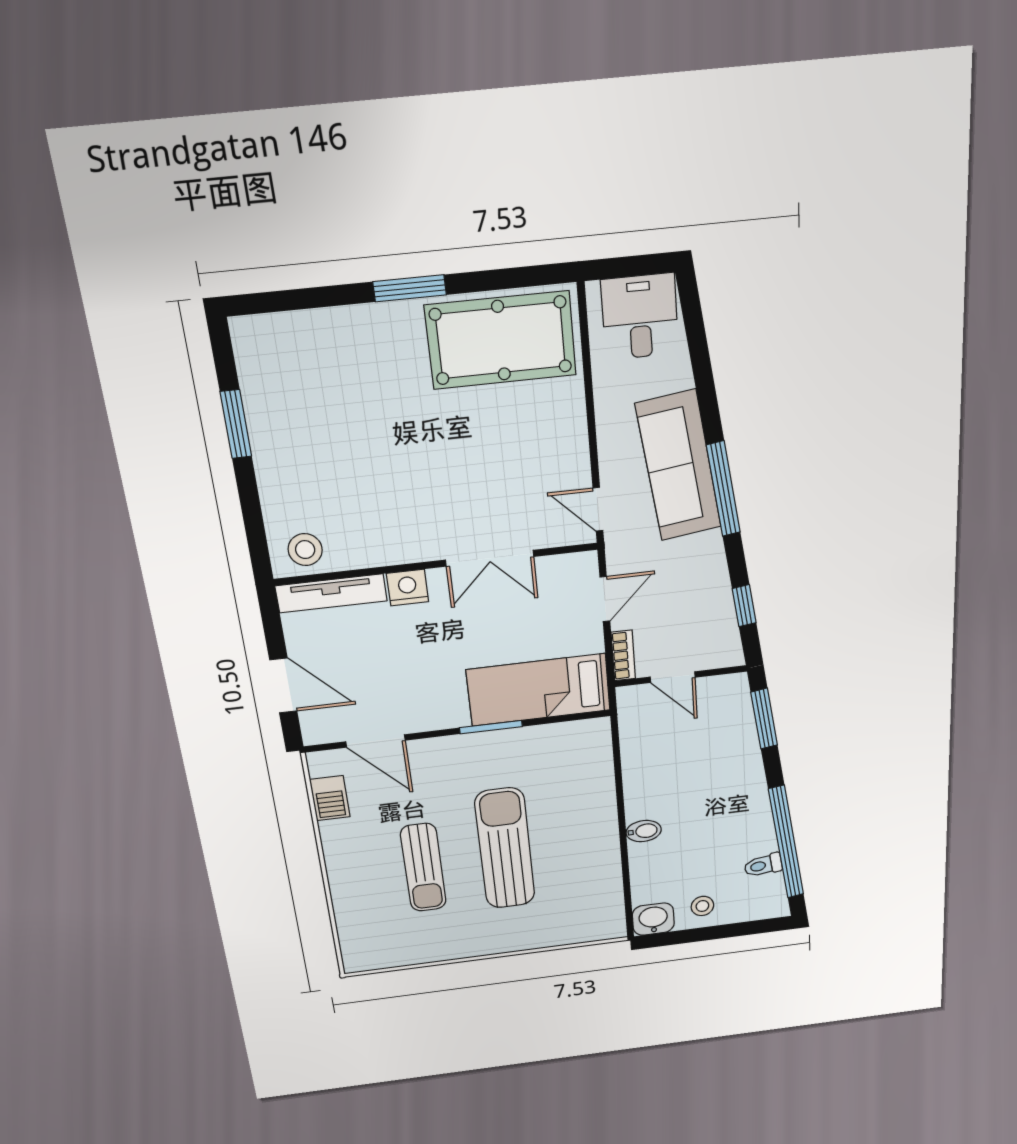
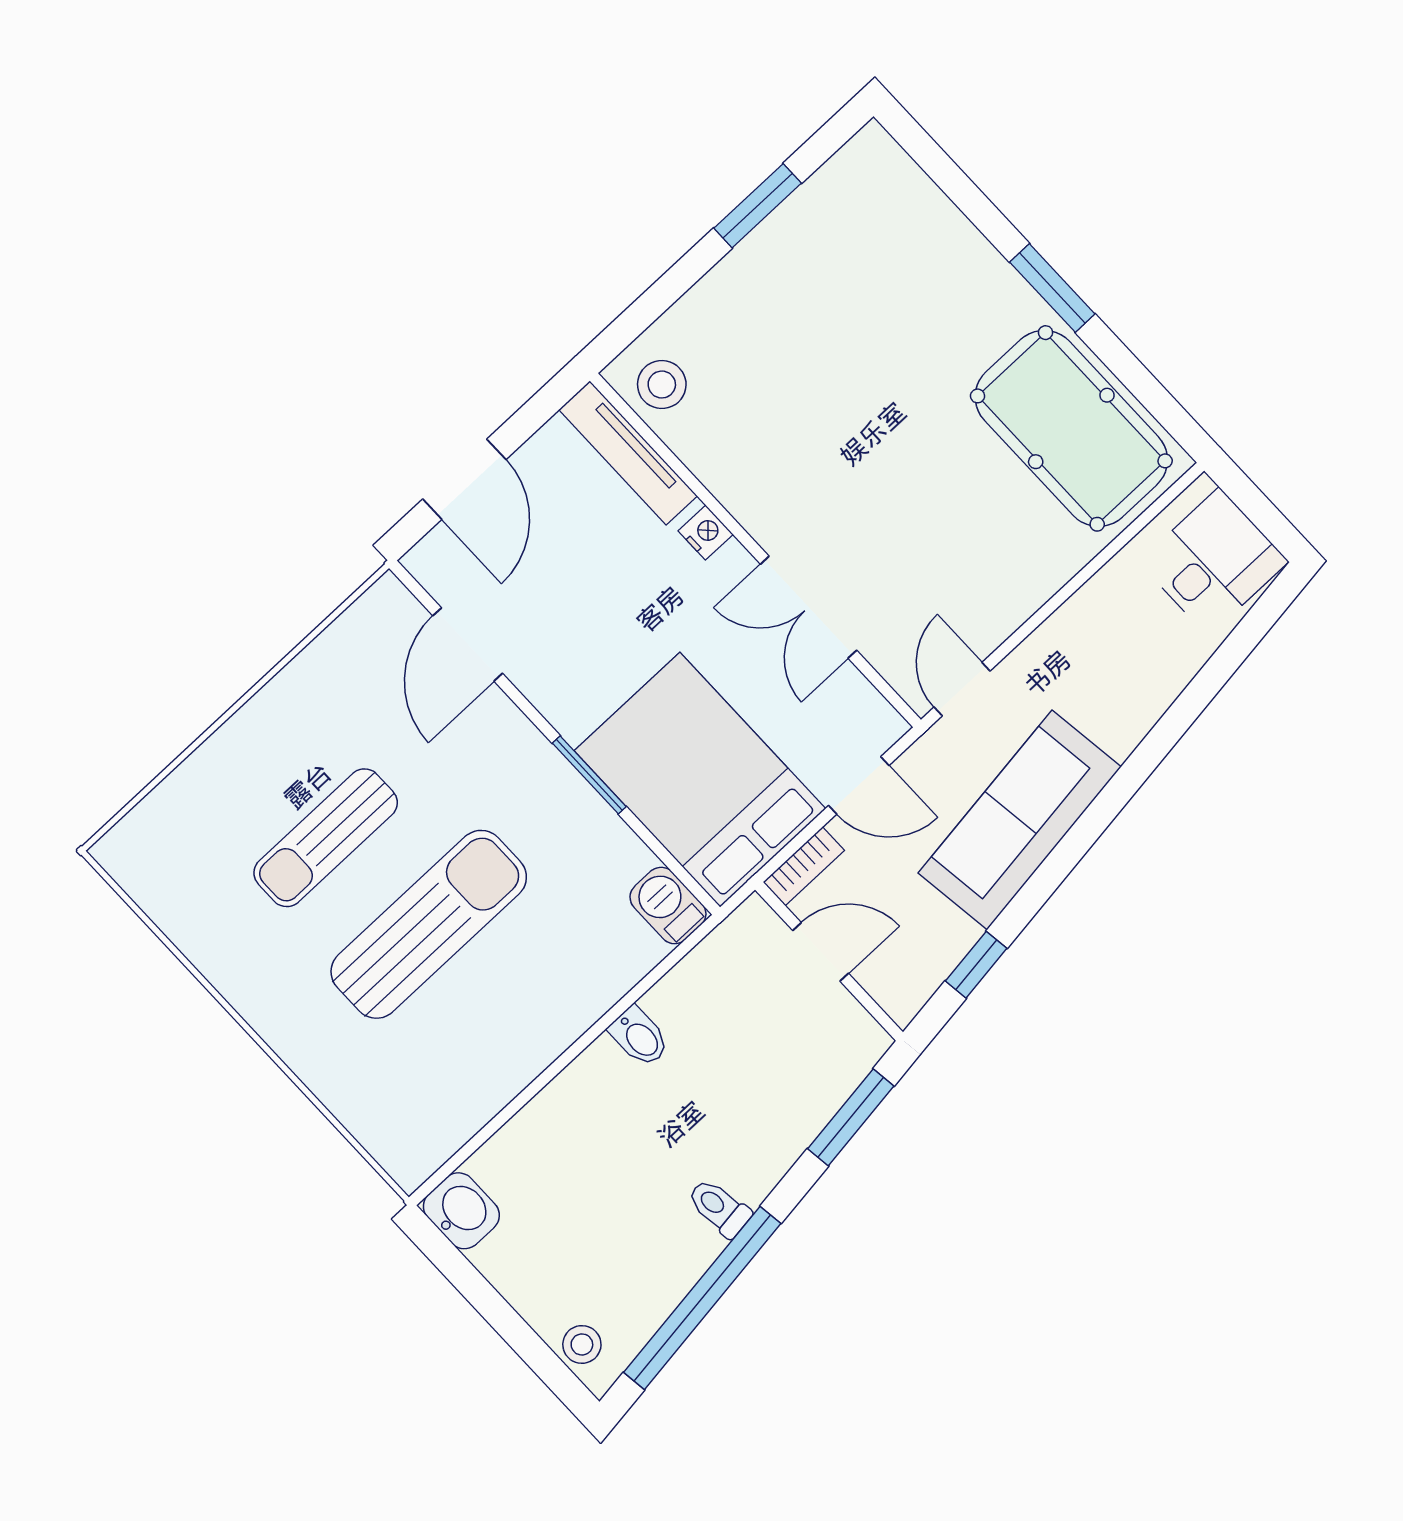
sofa: (679, 466) -> (1020, 820), moved
window: (723, 489) -> (1096, 818), removed
nightstand: (407, 588) -> (706, 533), width x0.72, depth x0.74
door: (673, 677) -> (821, 952), swing flipped
bed: (539, 690) -> (700, 780), width x1.50
barbecue: (330, 798) -> (668, 906), moved, turned 90
bidet: (644, 831) -> (639, 1037), moved
toilet: (763, 865) -> (719, 1208), moved
stool: (702, 906) -> (582, 1344), moved

